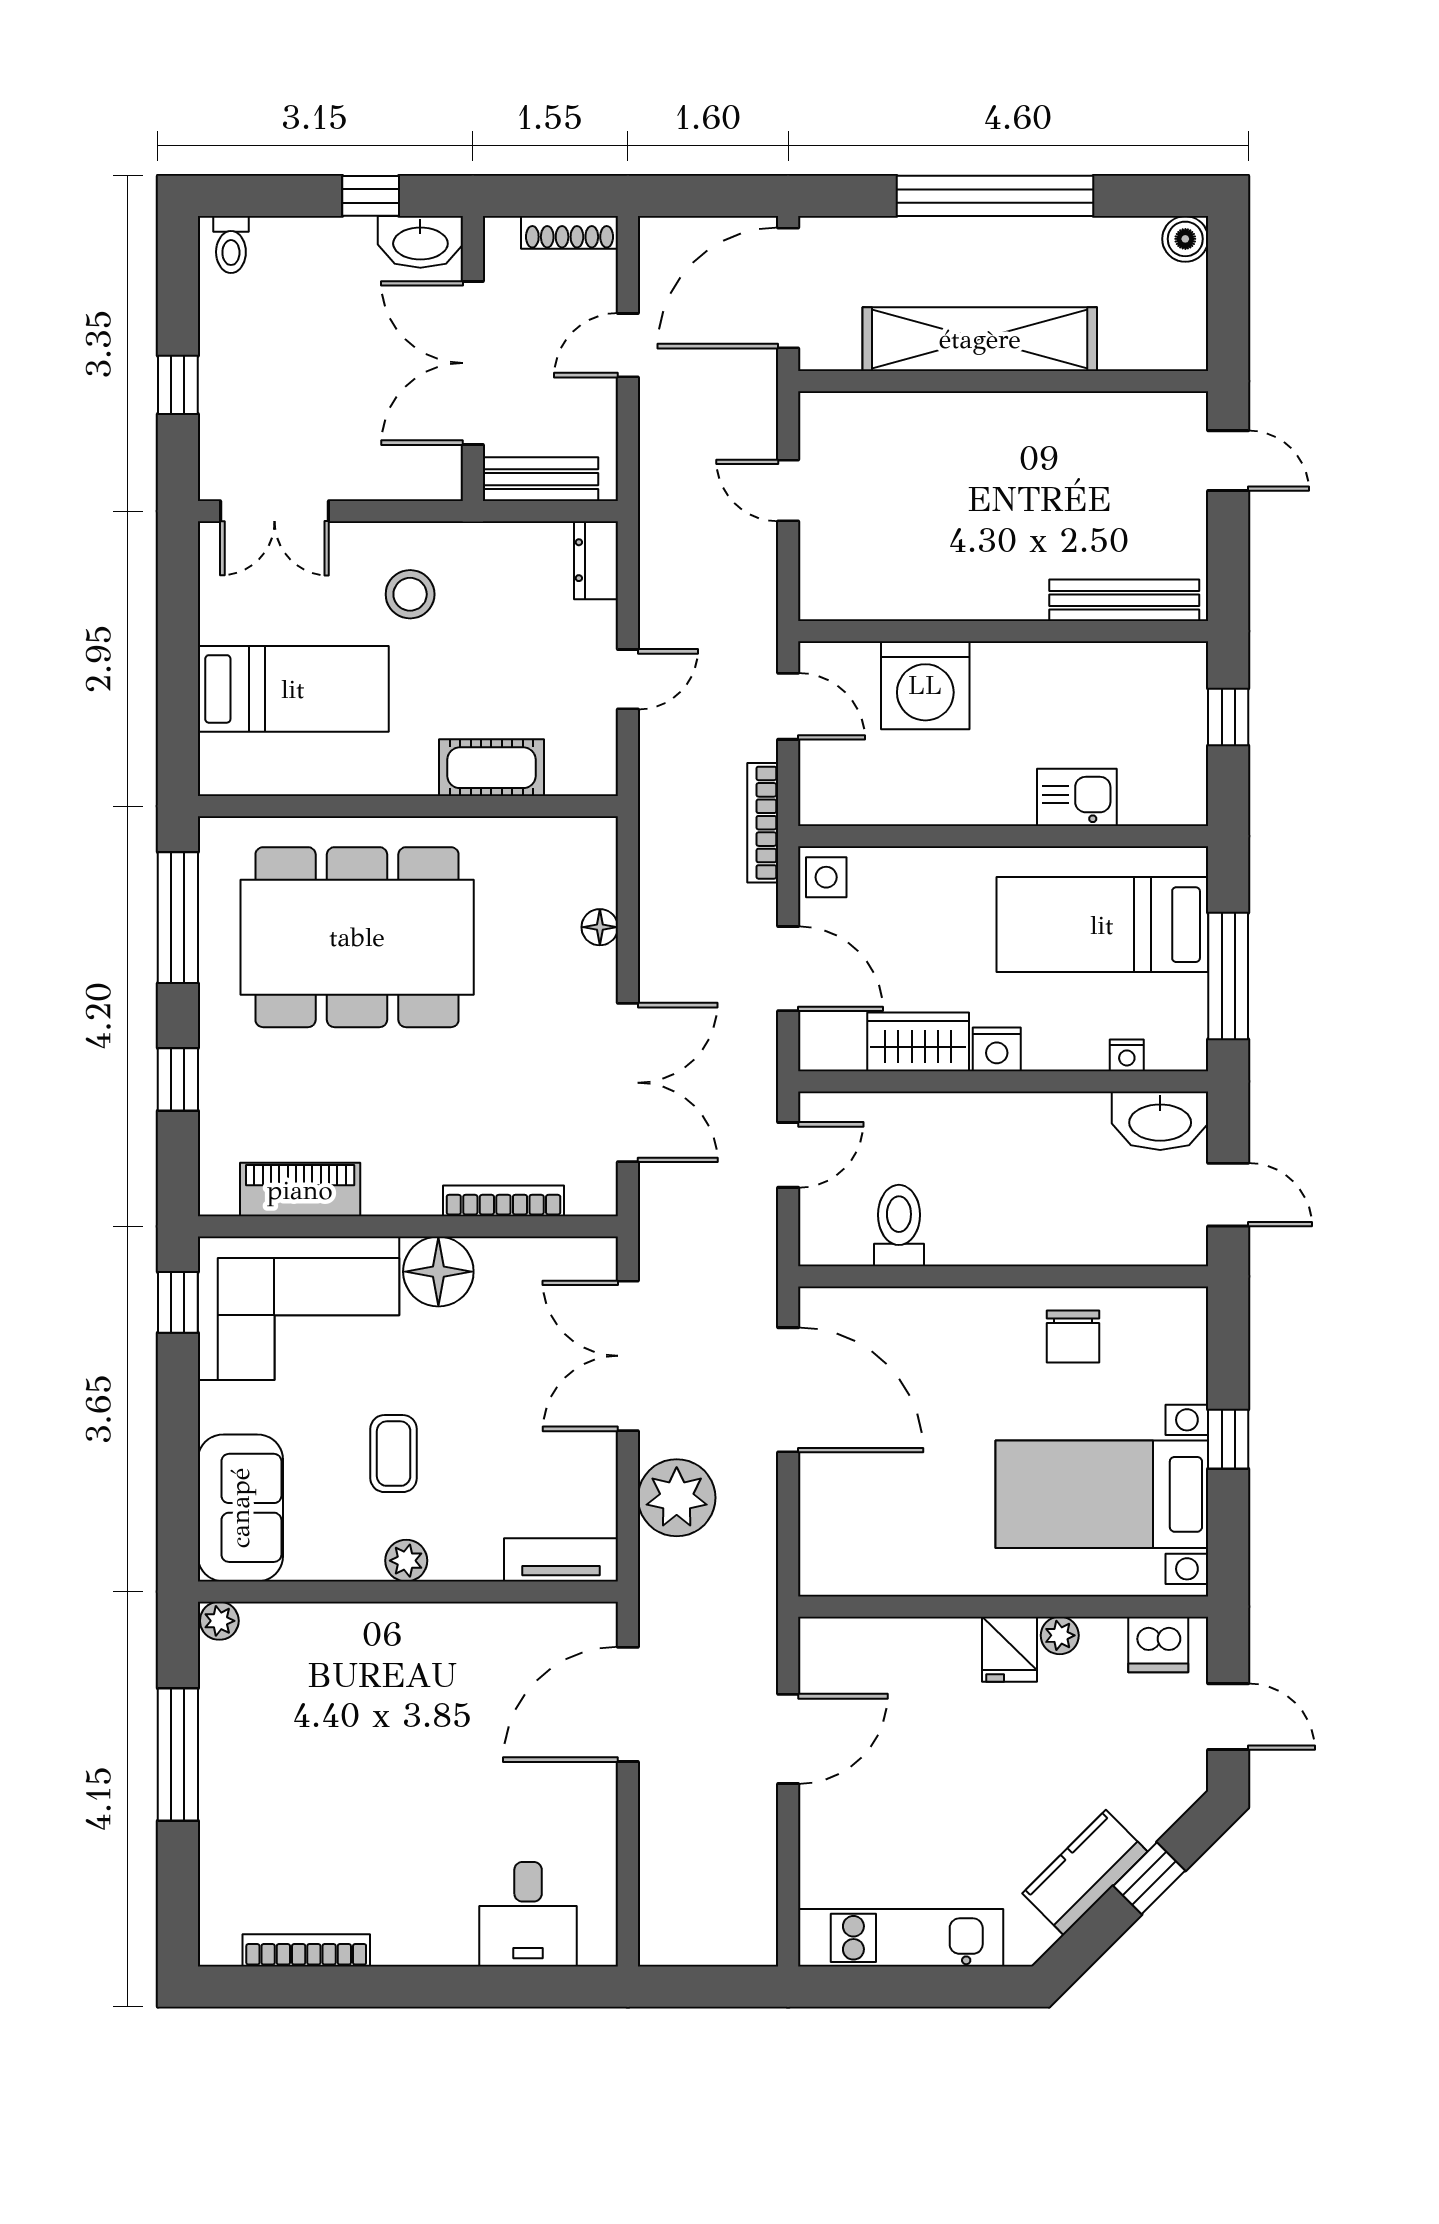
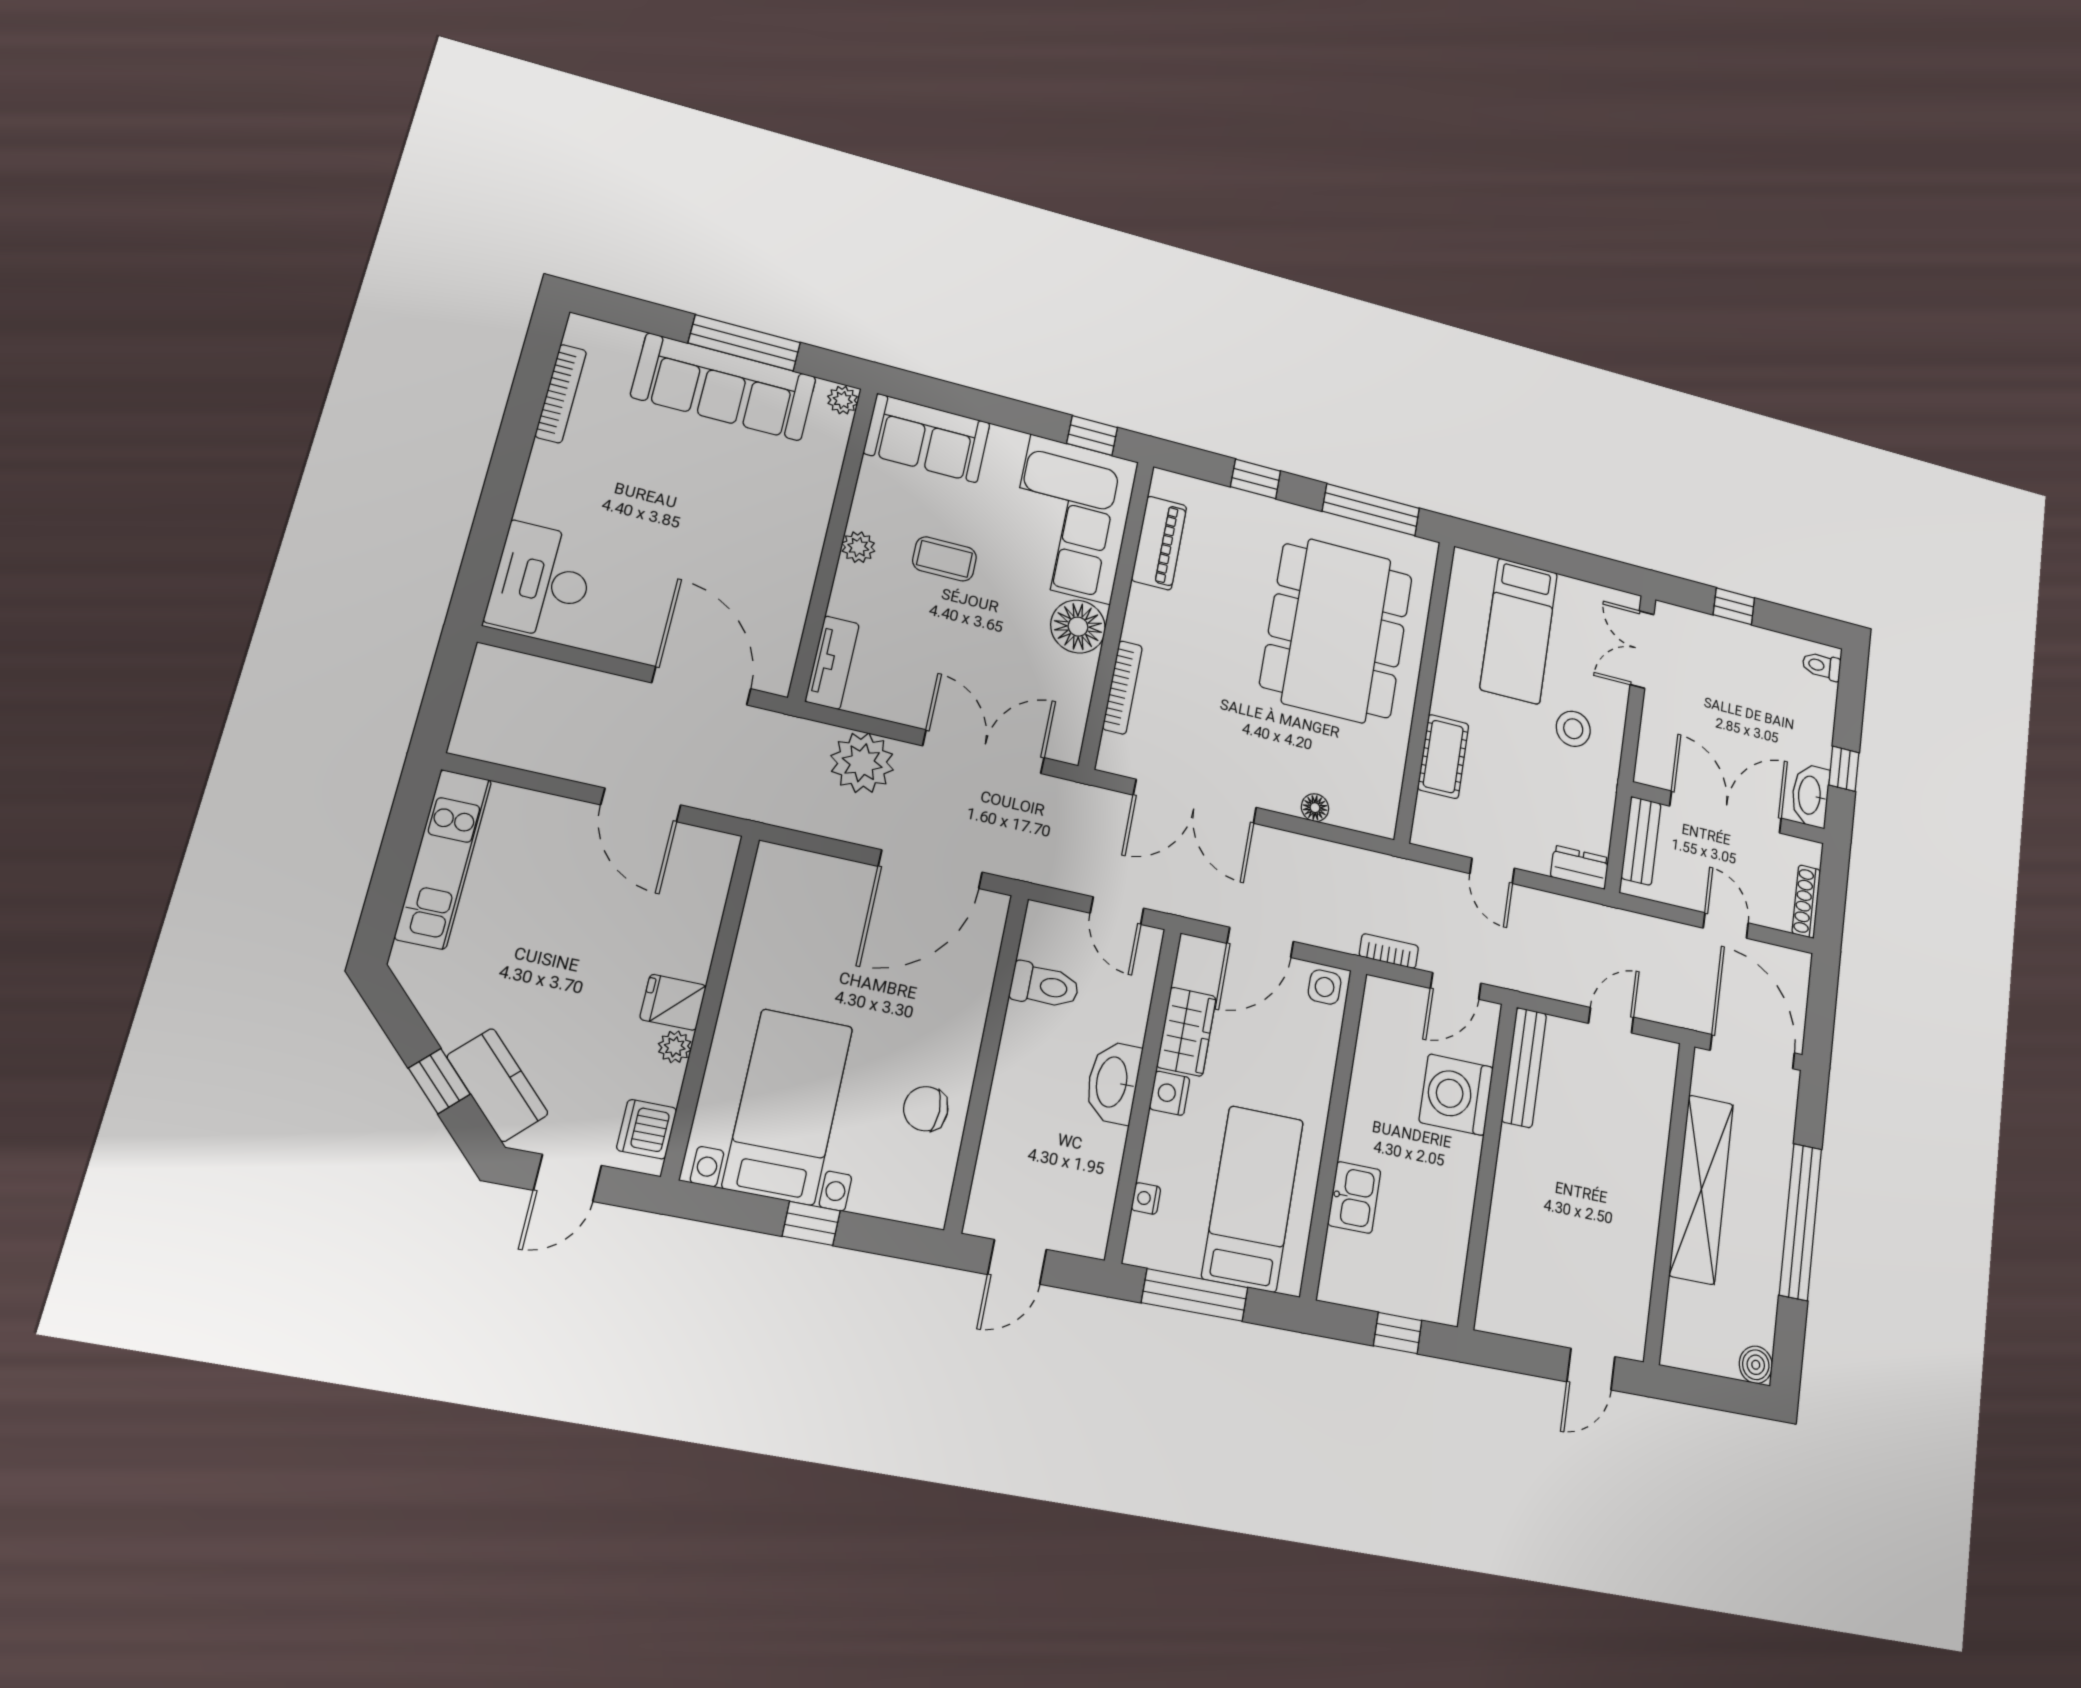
bench: (1124, 600) -> (1524, 1067), moved
bookcase: (763, 823) -> (1389, 951), width x0.64
washbasin: (1160, 1121) -> (1113, 1082), moved
sofa: (243, 1765) -> (724, 387), added
kitchen counter: (1085, 1872) -> (498, 1085), moved
desk: (528, 1914) -> (542, 581), width x1.37

